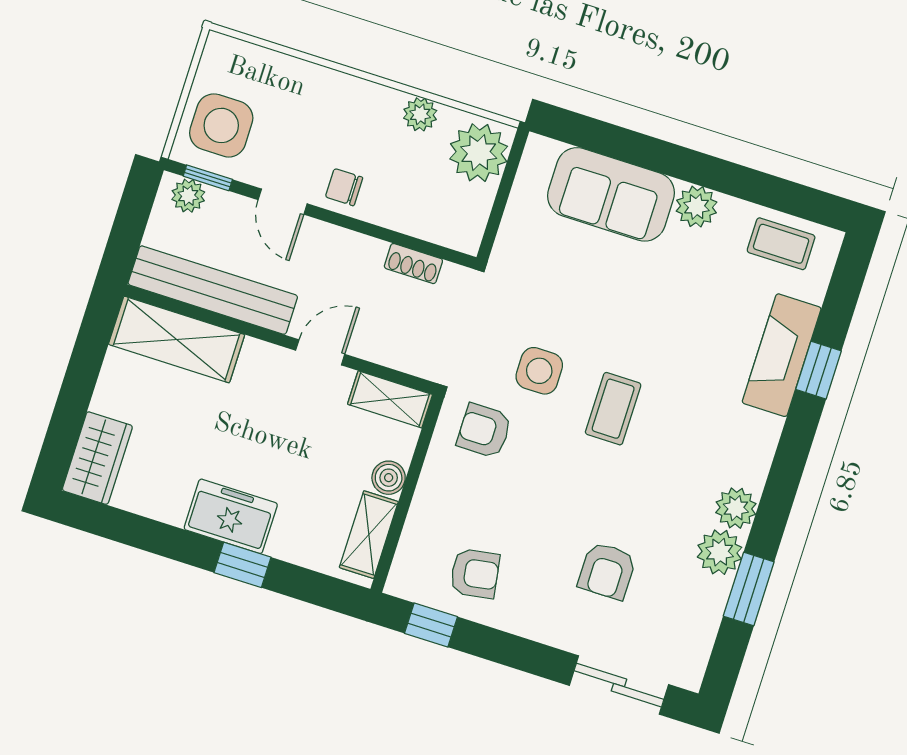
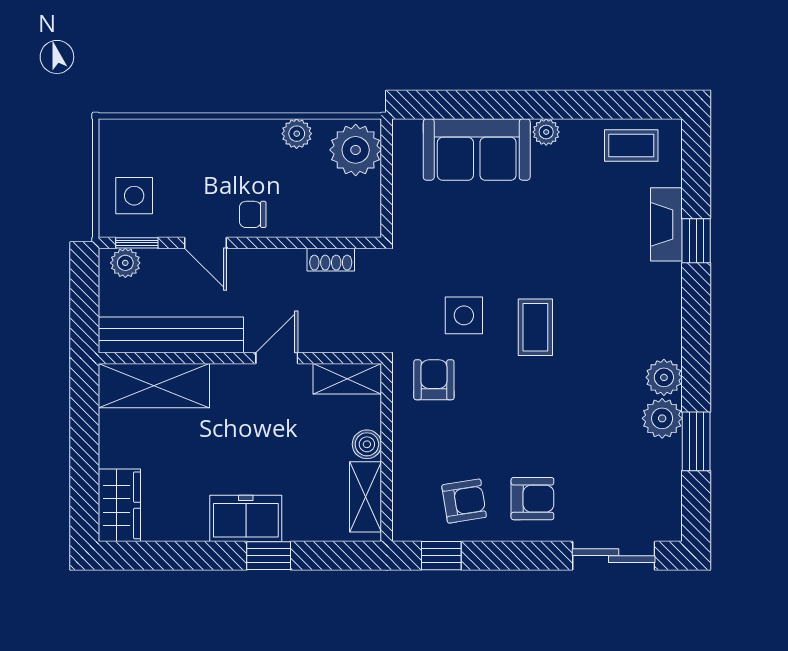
side table: (221, 125) -> (134, 196), width x0.73, depth x0.73
plant: (697, 207) -> (546, 132), width x0.73, depth x0.73
fireplace: (782, 355) -> (666, 224), width x0.73, depth x0.76
armchair: (484, 431) -> (434, 380), turned 90
armchair: (607, 571) -> (532, 499), moved, turned -90

